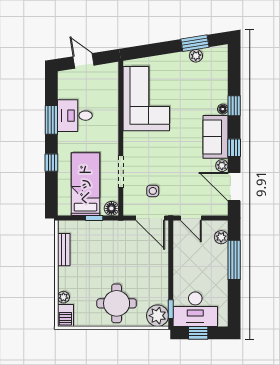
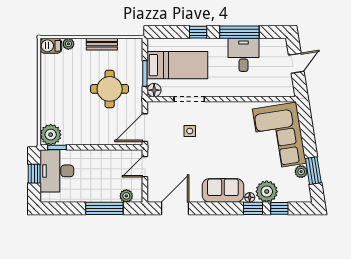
corner sofa: (146, 99) -> (279, 136), moved, turned 81
window: (51, 120) -> (239, 32), width x1.44
window: (234, 148) -> (279, 208), moved
plant: (222, 166) -> (267, 192), moved, width x1.88, depth x1.88
side table: (153, 191) -> (190, 131), moved
window: (94, 218) -> (145, 74), width x1.50
bench: (64, 250) -> (102, 44), moved
round table: (117, 303) -> (110, 89), moved

